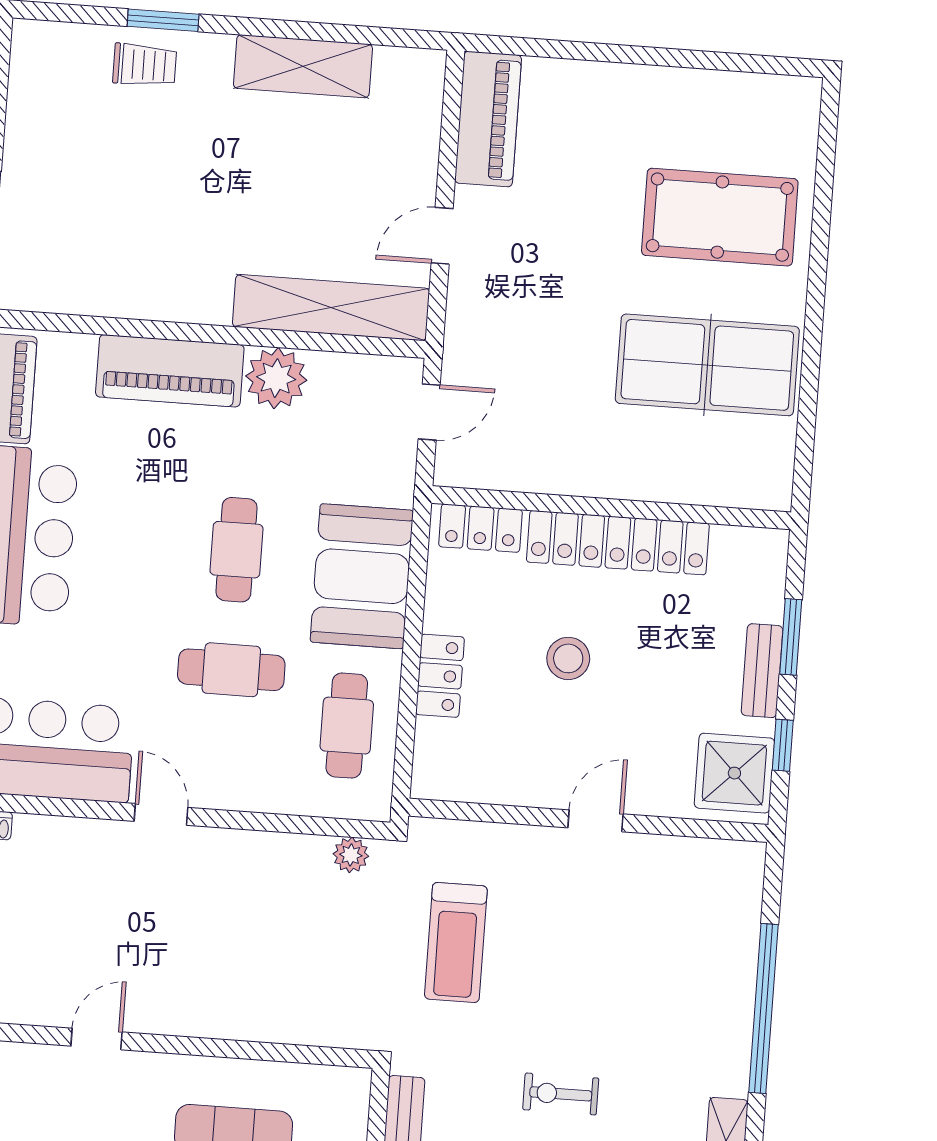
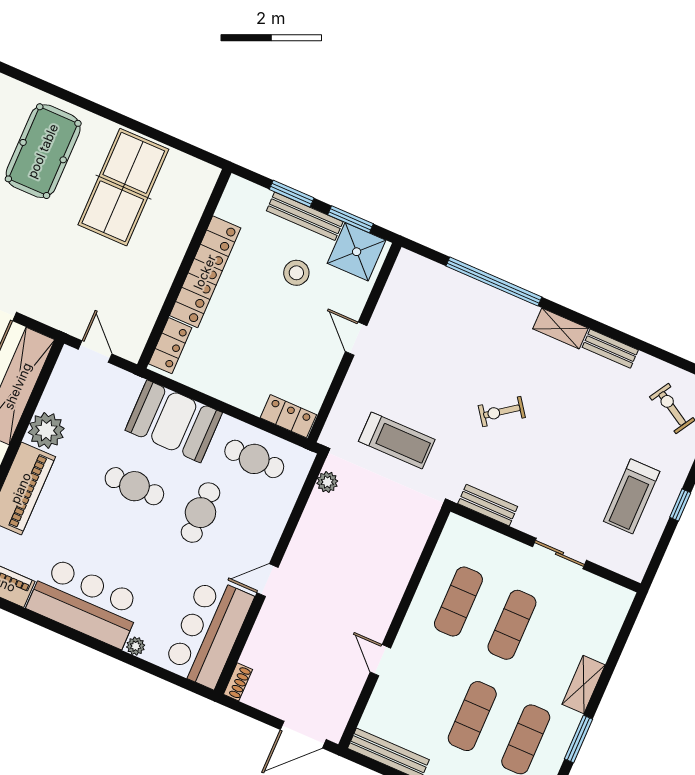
stool: (568, 658) -> (296, 273), moved
bench: (762, 671) -> (305, 216), width x1.36
locker: (440, 676) -> (288, 416), moved
window: (783, 745) -> (351, 219), width x1.50
exercise bike: (561, 1094) -> (502, 412), turned 54

